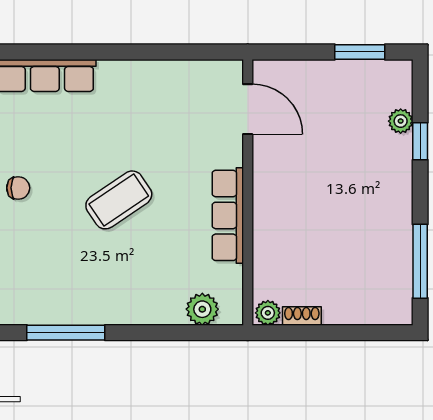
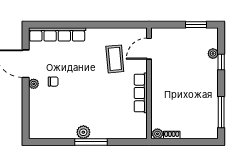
door: (248, 109) -> (149, 49), swing flipped
coffee table: (119, 200) -> (115, 59), moved, turned -61
plant: (202, 309) -> (83, 132), moved
window: (66, 333) -> (91, 142), moved

